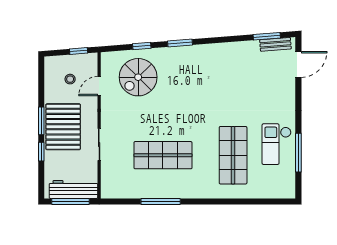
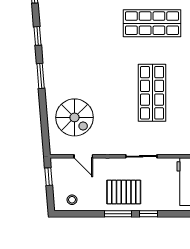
window: (142, 46) -> (37, 36), moved
stool: (70, 79) -> (72, 200), moved
pallet: (63, 127) -> (124, 192), width x0.73, depth x0.71

